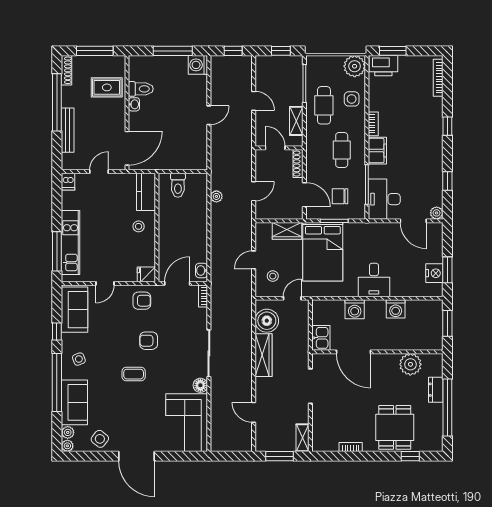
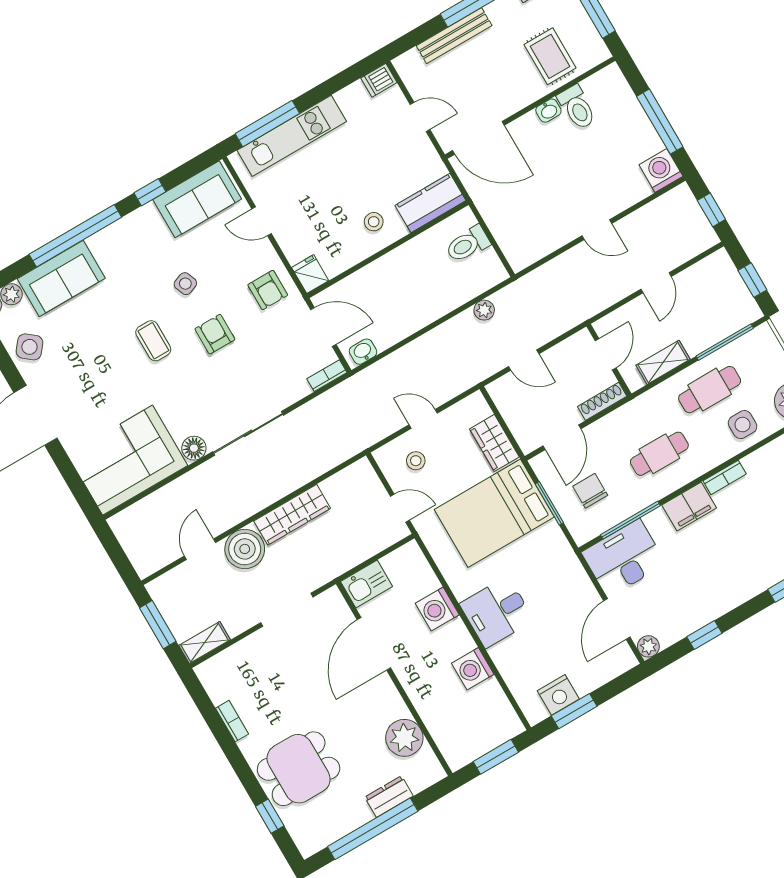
boiler: (267, 321) -> (245, 549), moved
side table: (79, 359) -> (185, 284), moved

